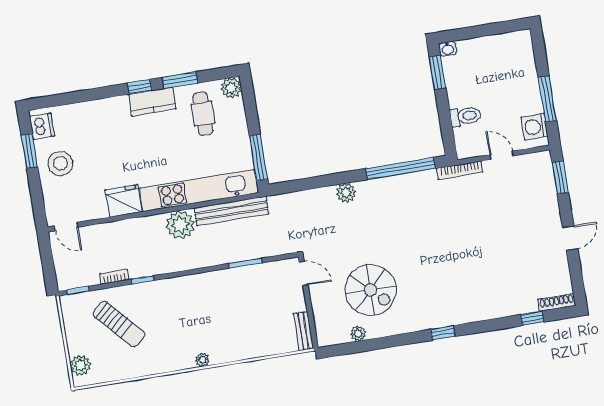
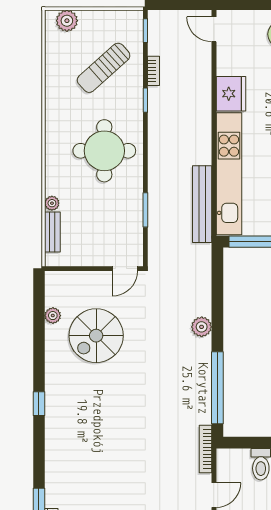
plant: (180, 225) -> (196, 149), removed
door: (66, 227) -> (214, 29), hinge flipped
round table: (196, 311) -> (104, 151), added
bench: (303, 331) -> (52, 232), moved, turned 90
plant: (203, 360) -> (52, 203), moved

